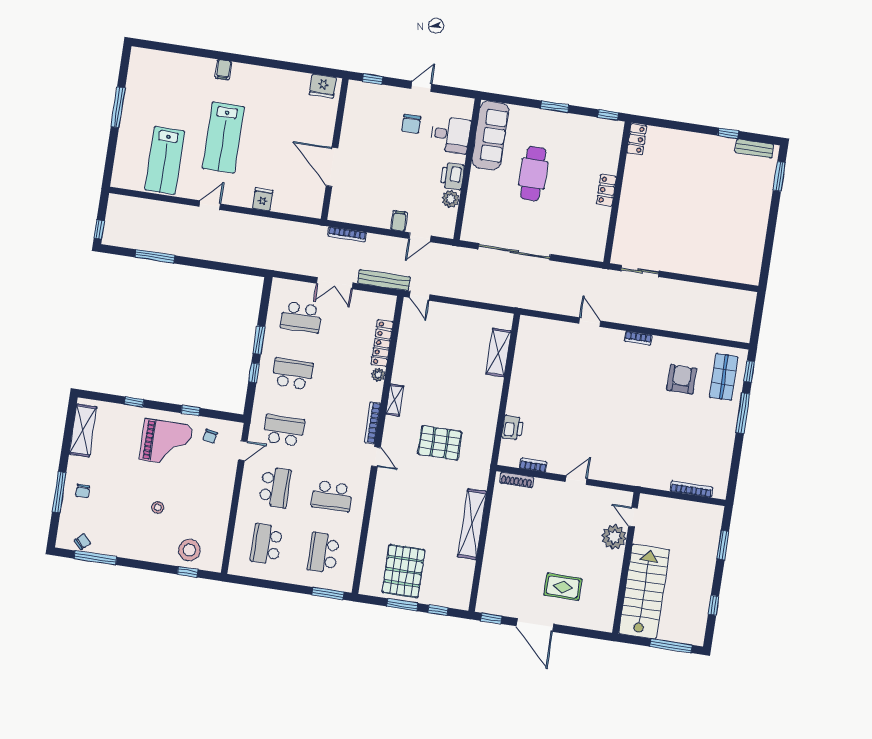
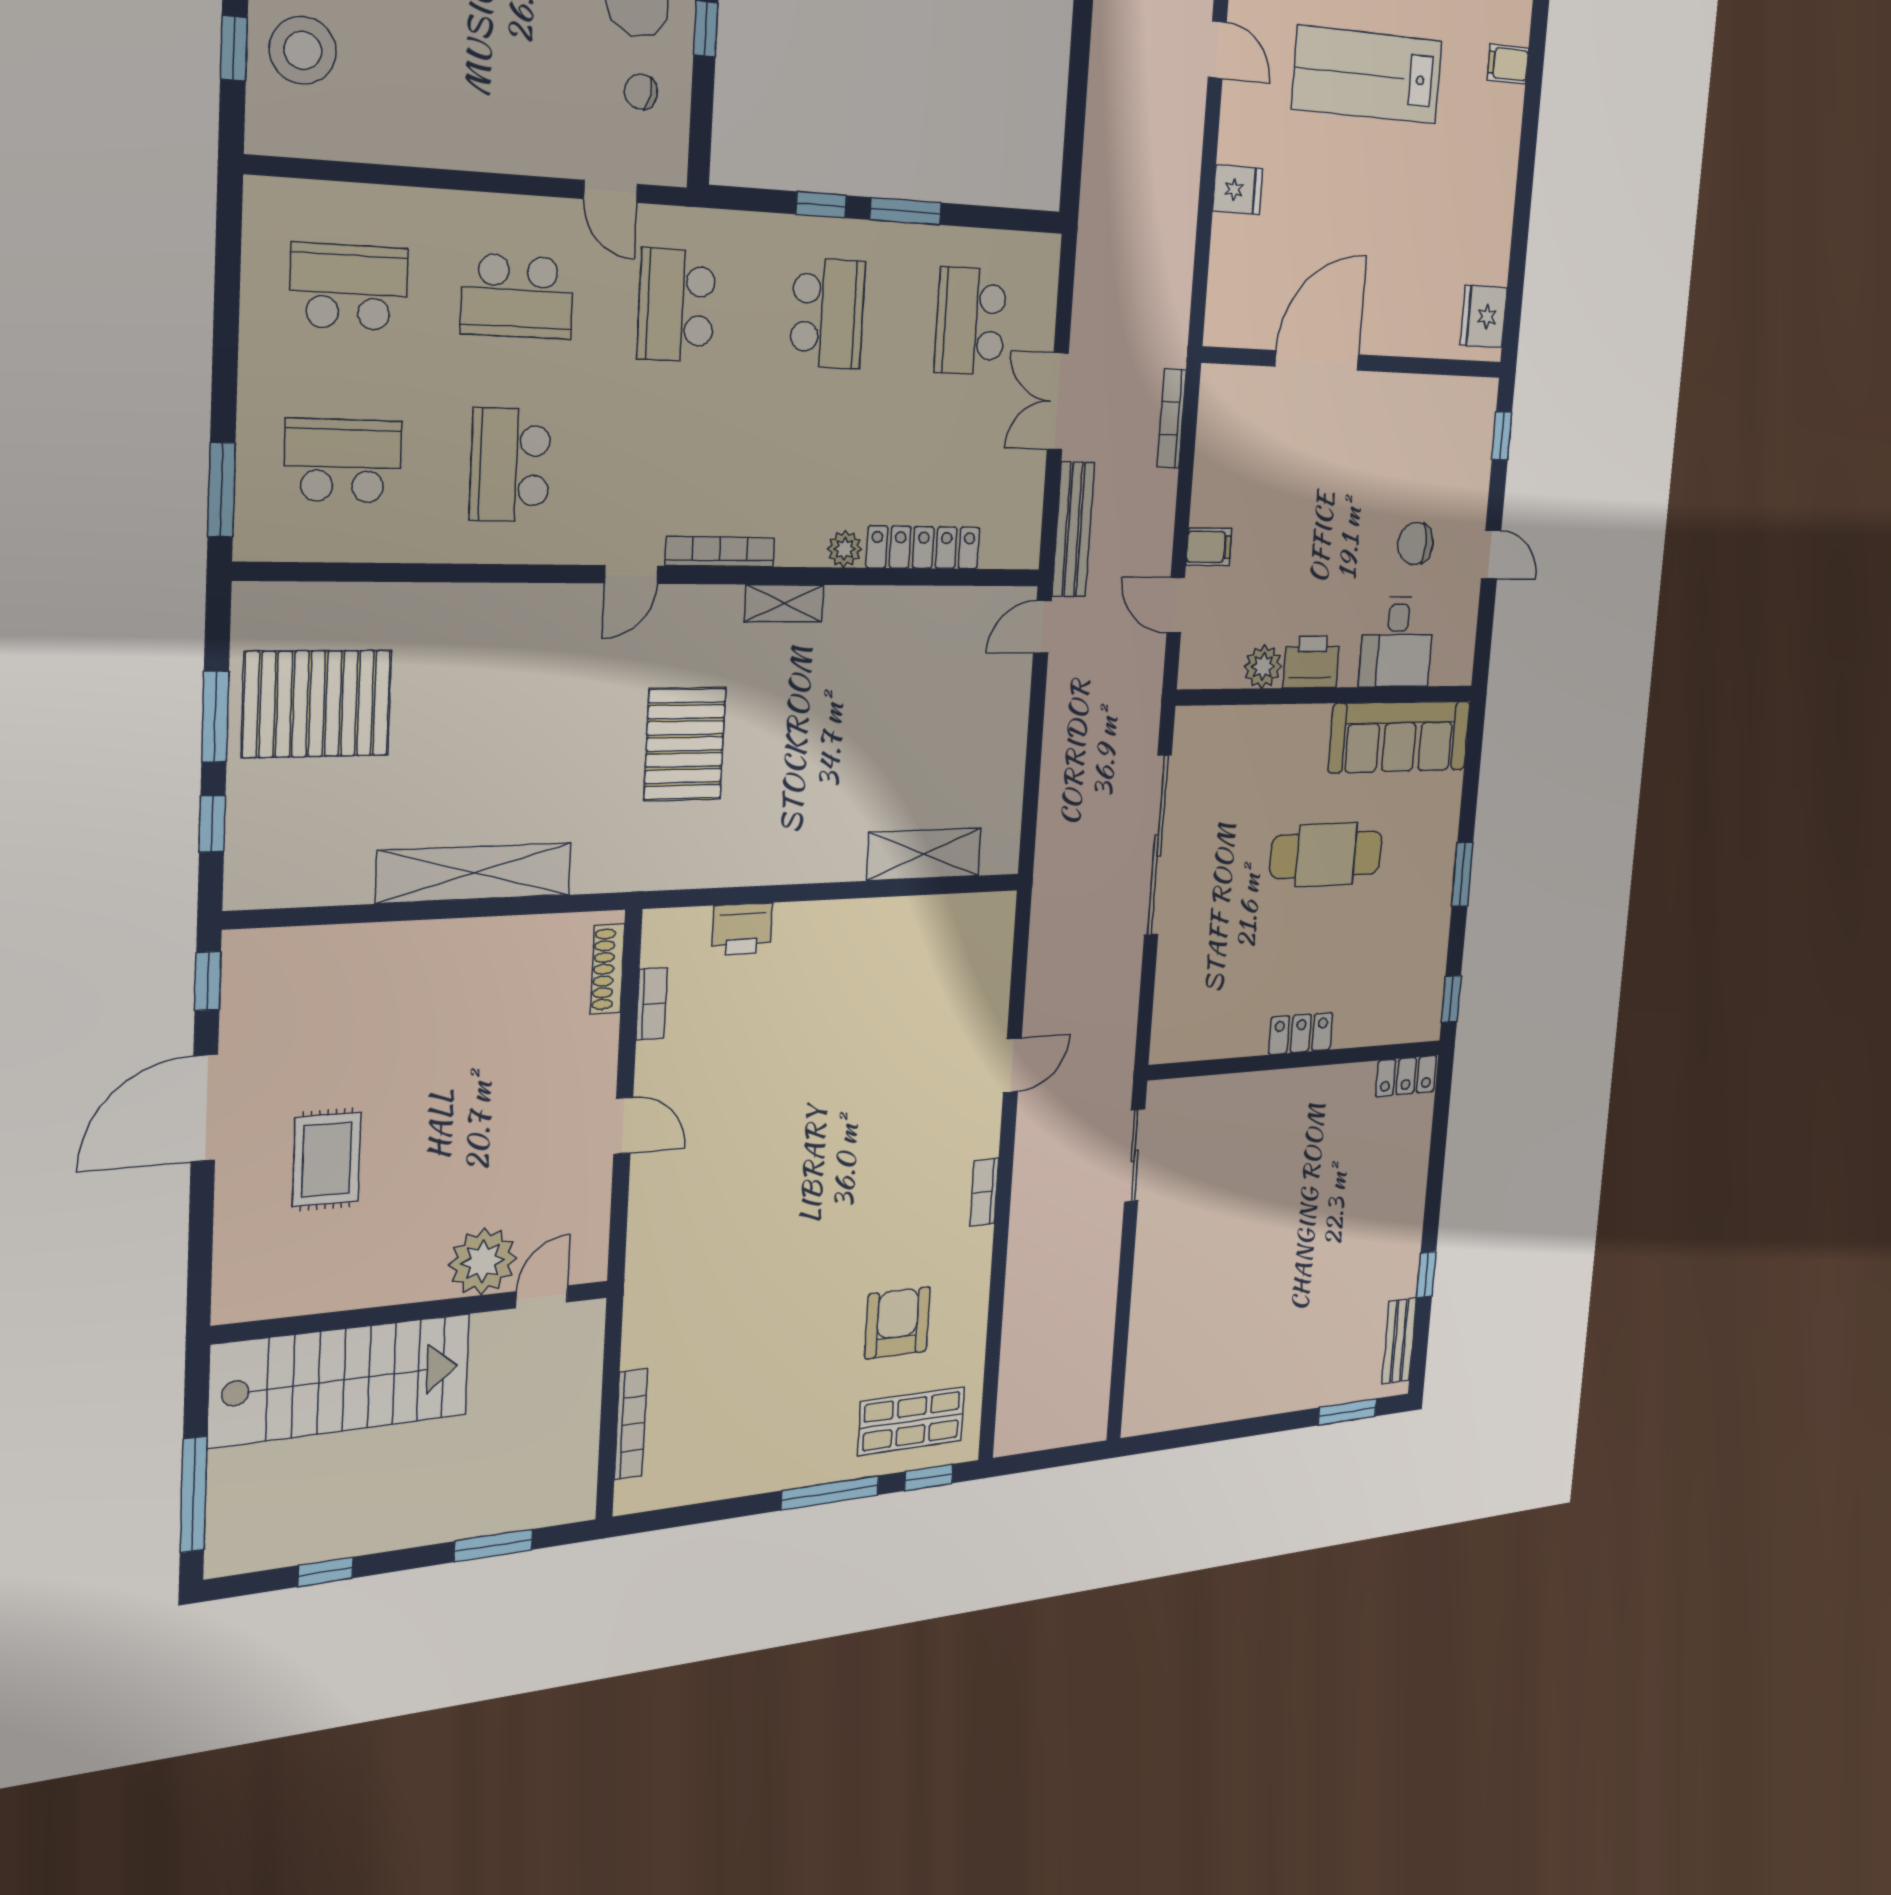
armchair: (682, 379) -> (897, 1323), turned -90
school desk: (284, 431) -> (677, 305), turned 180

